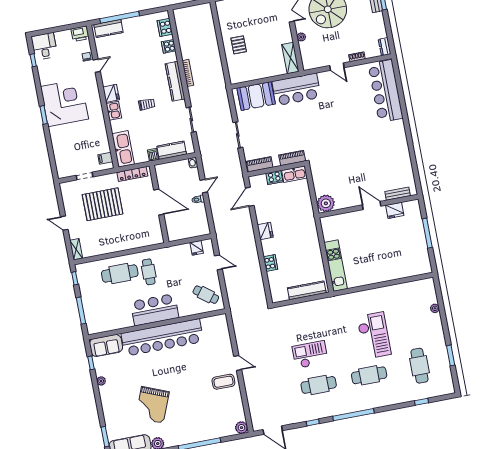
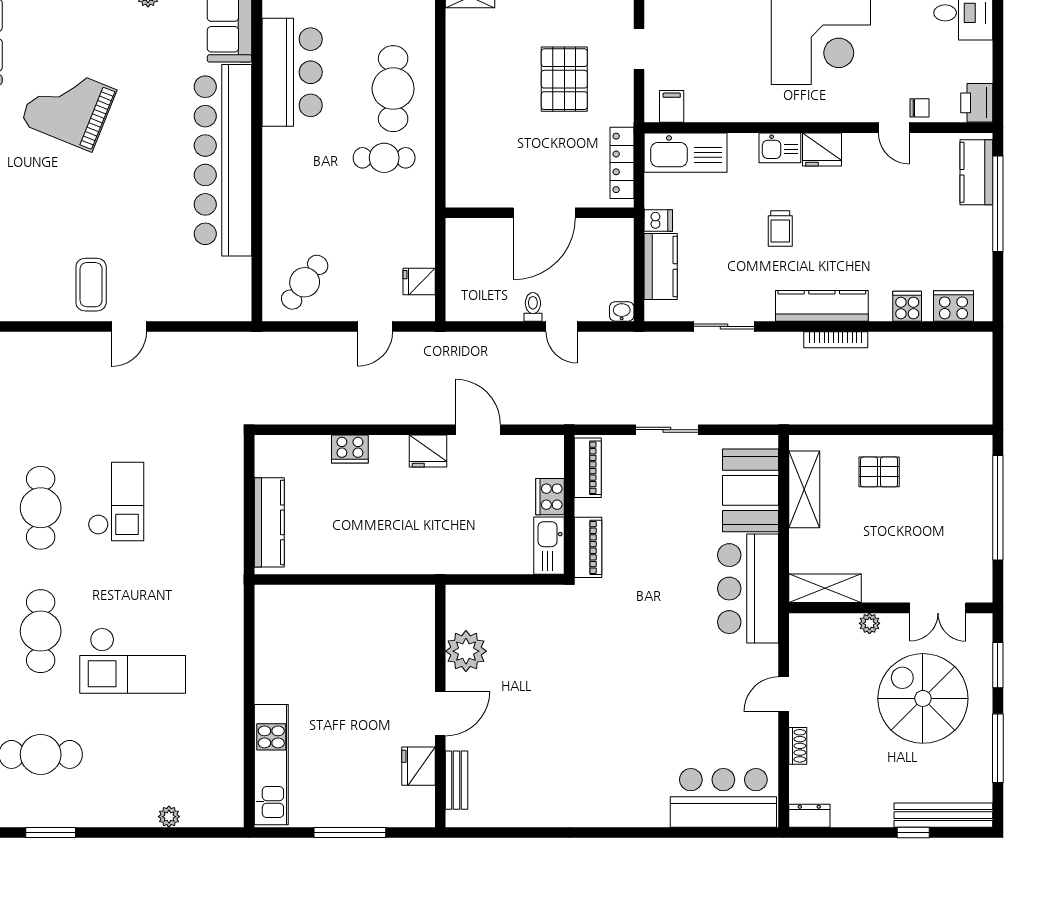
shelving: (252, 74) -> (804, 489), added
bar counter: (385, 91) -> (723, 798), width x0.73
door: (250, 197) -> (478, 430), moved
plant: (326, 203) -> (466, 651), moved
pallet: (103, 204) -> (564, 79), width x0.73, depth x0.71
kitchen unit: (336, 266) -> (271, 765), moved, turned -90
bar counter: (155, 310) -> (292, 72), moved

